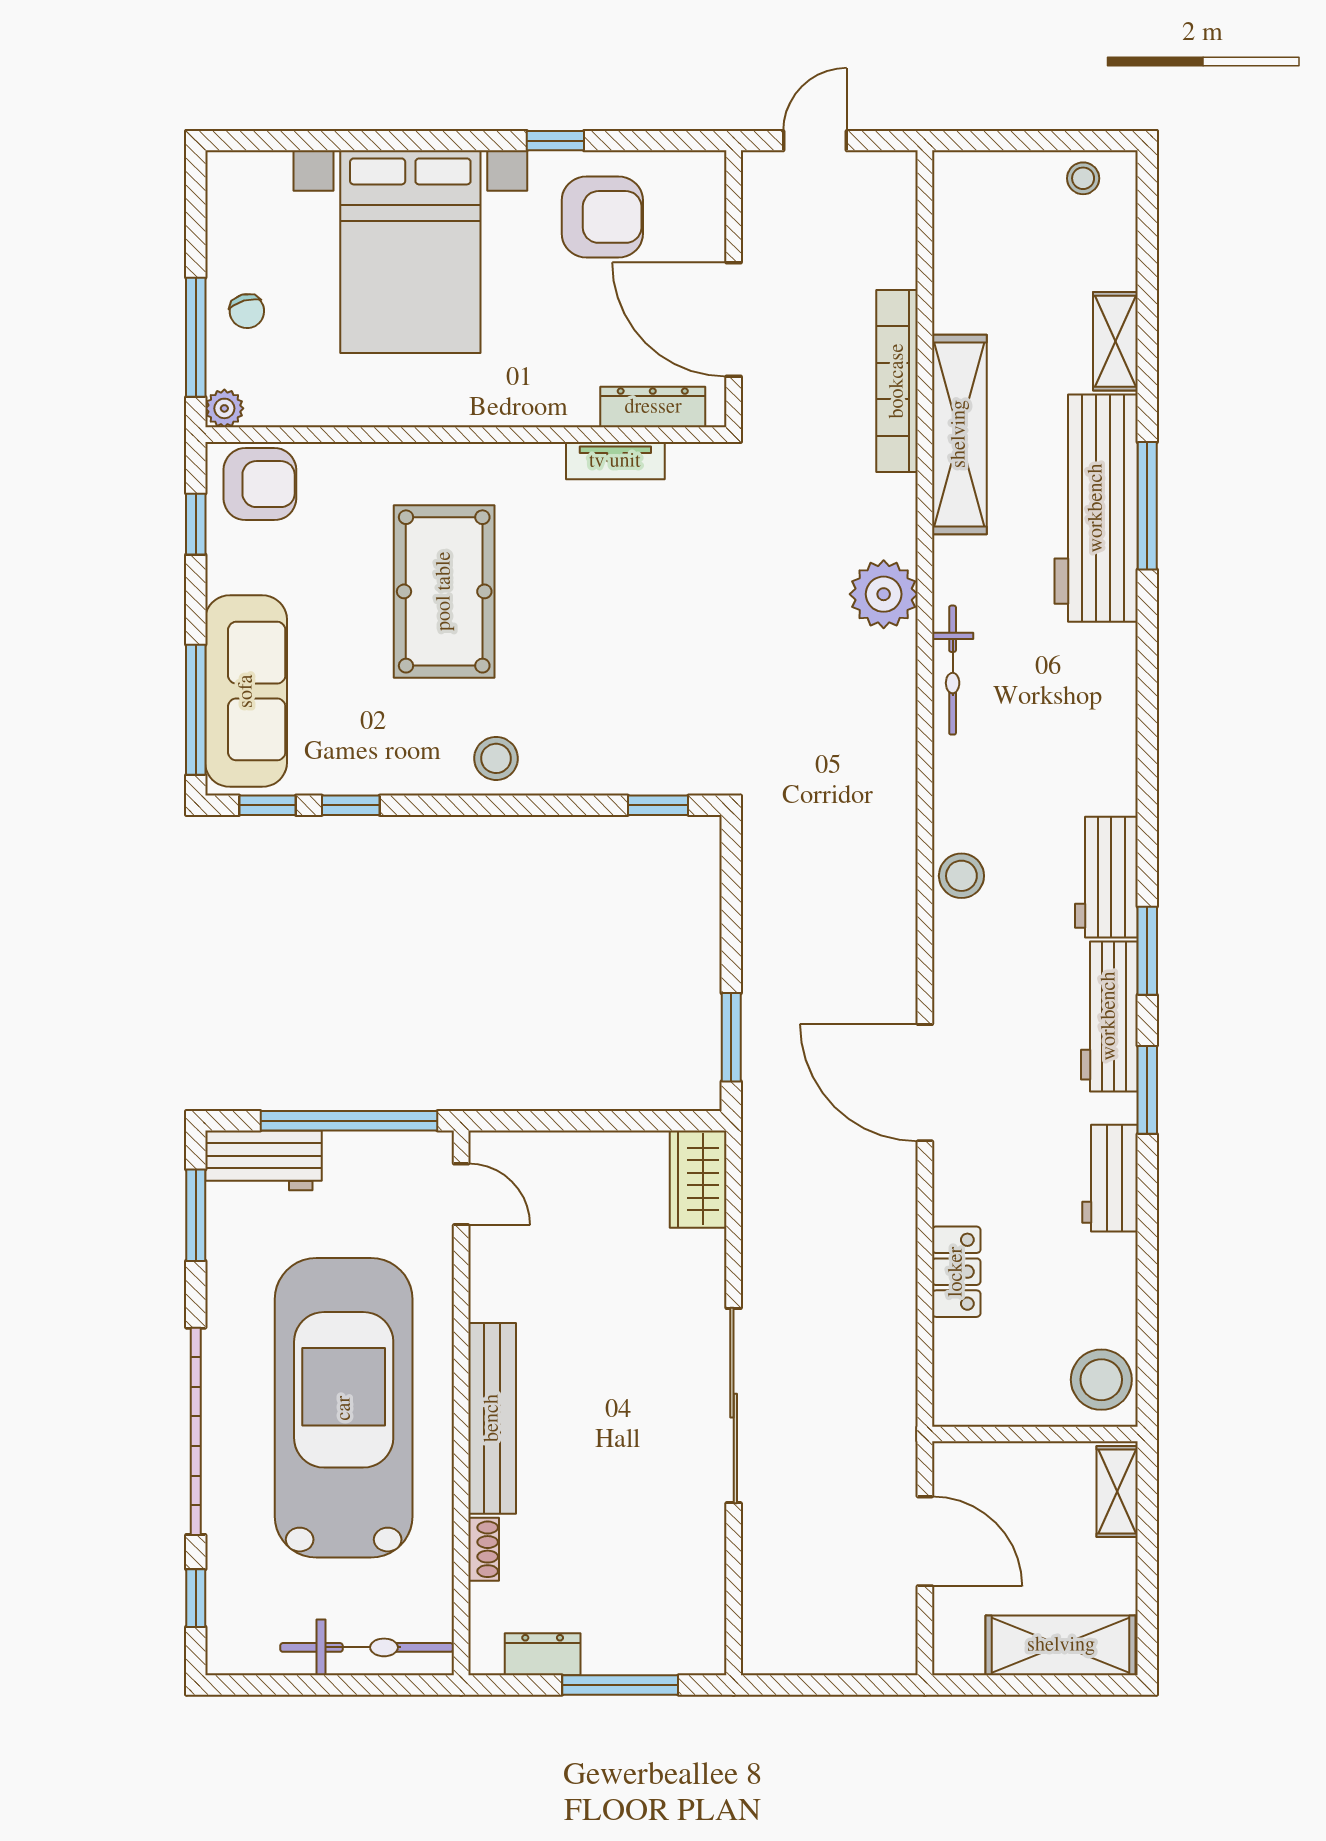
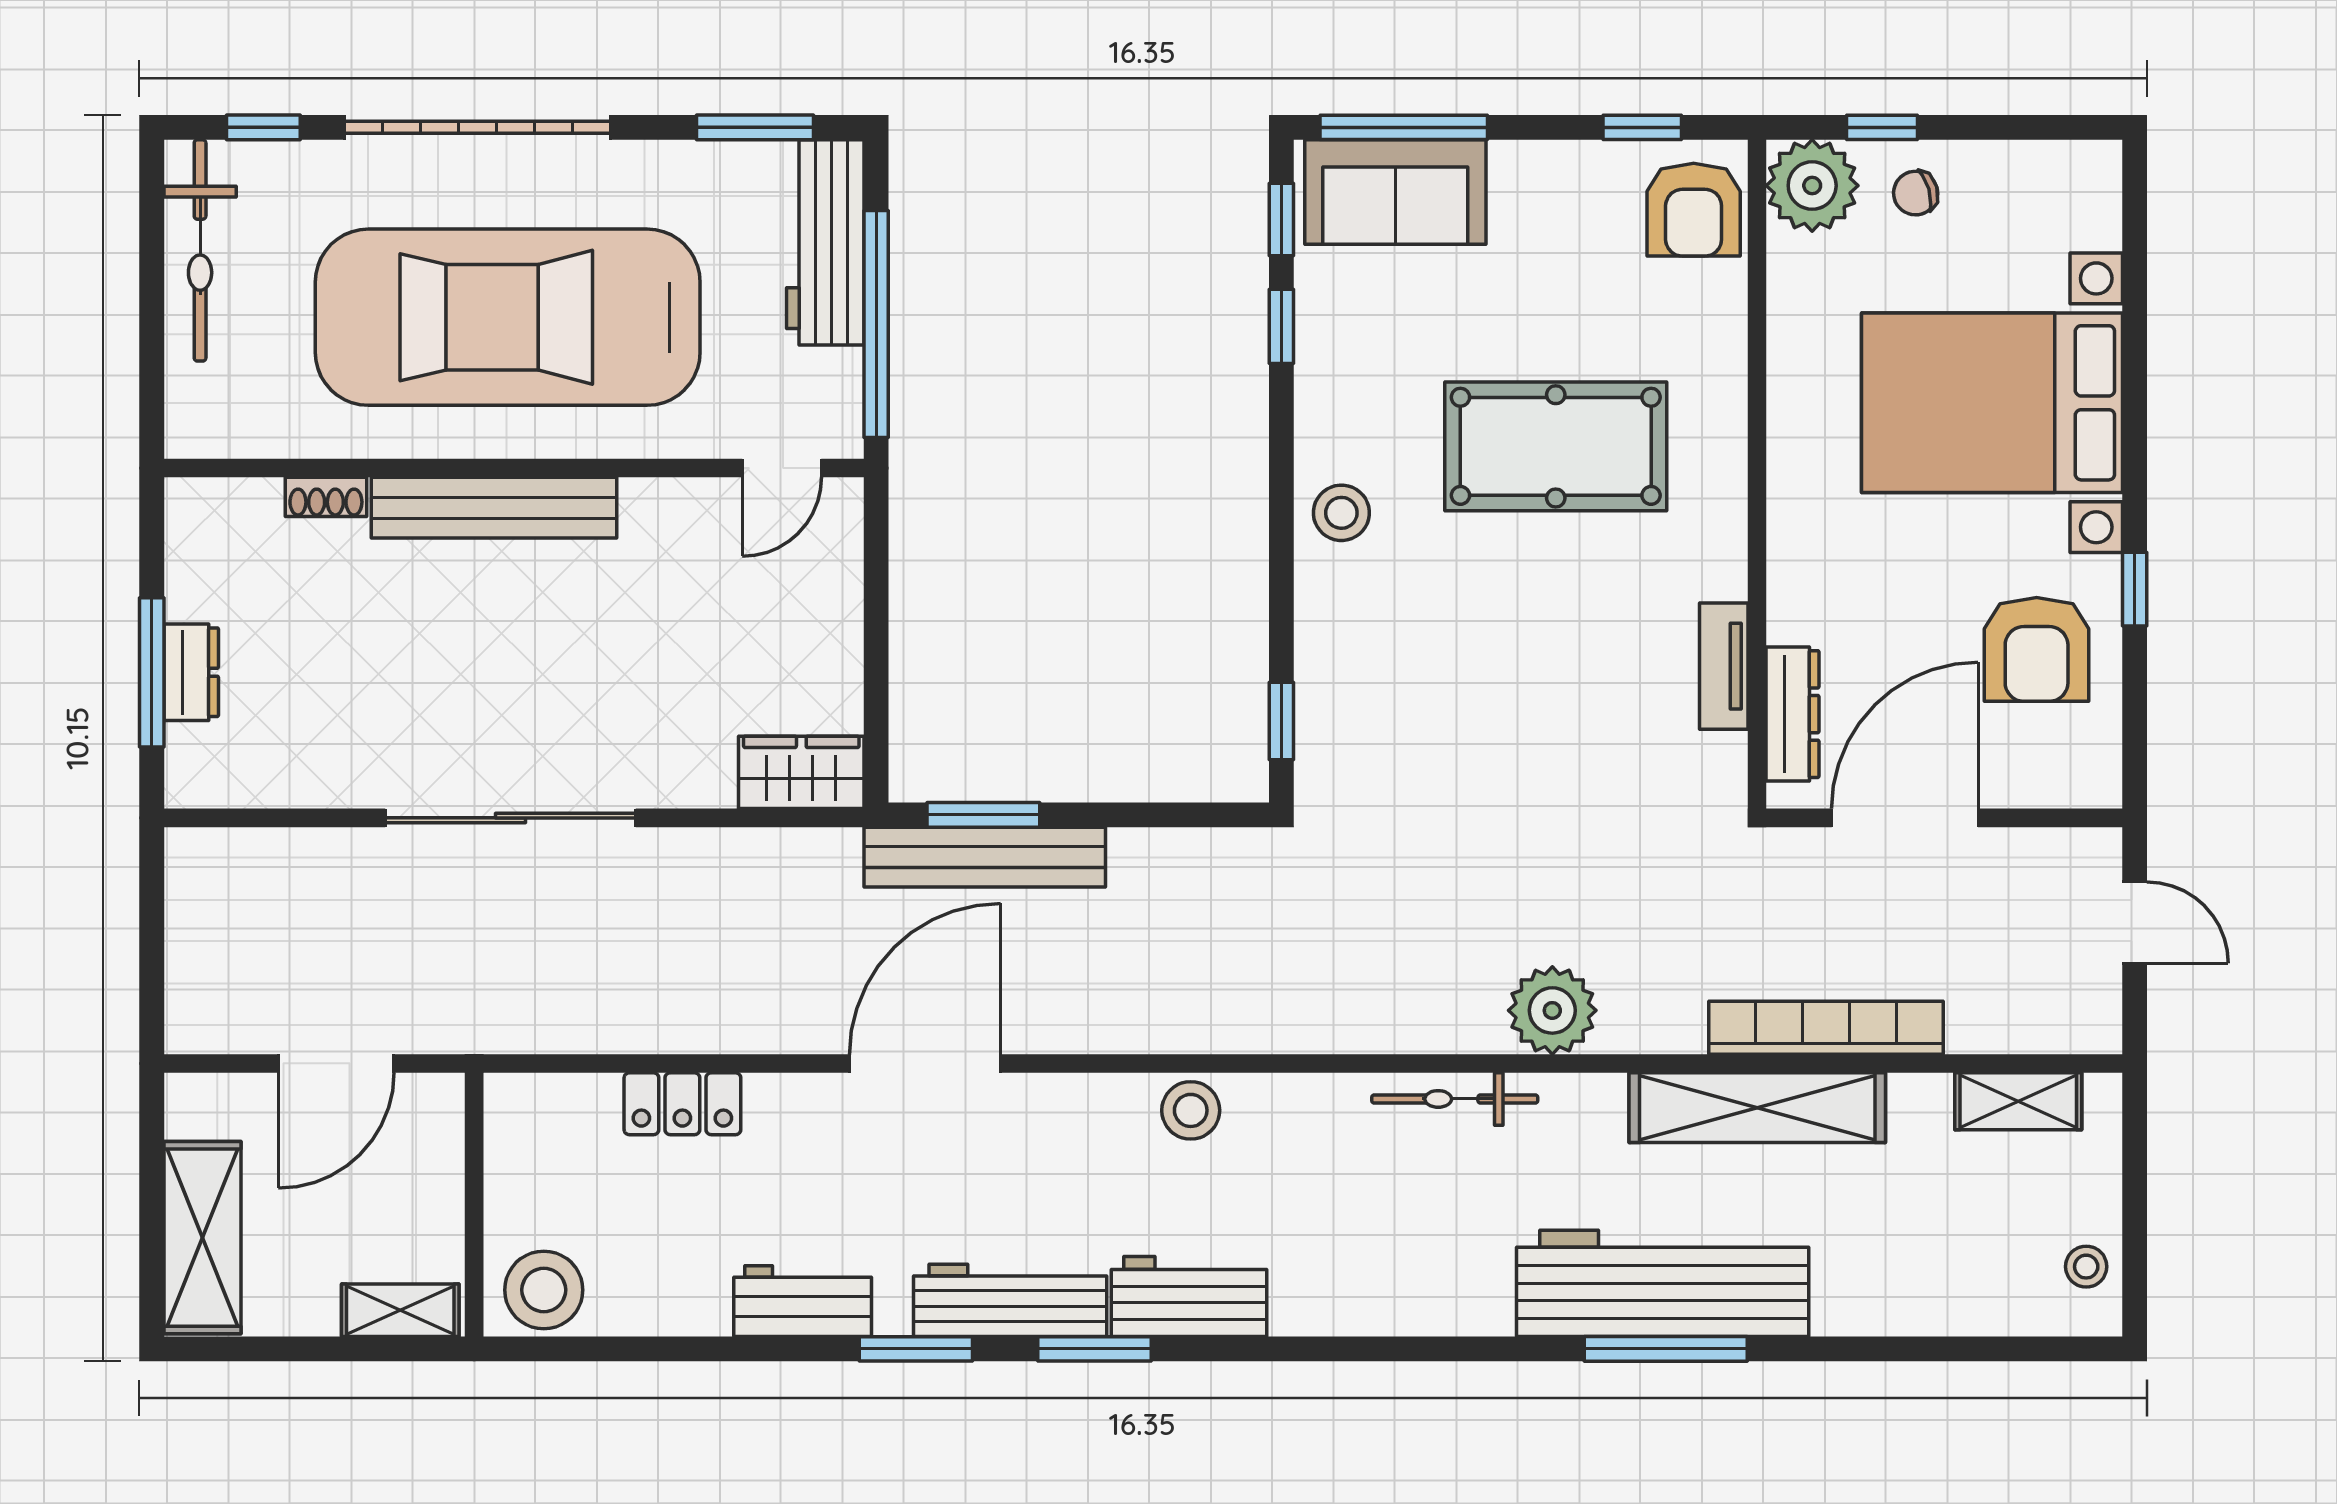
window: (196, 337) -> (1882, 127), width x0.46
shelving: (1115, 341) -> (2018, 1101), moved
plant: (224, 408) -> (1812, 186), width x1.88, depth x1.88
sofa: (246, 691) -> (1395, 192), width x0.73
bench: (764, 1036) -> (985, 857), added
workbench: (263, 1160) -> (825, 242), width x1.38
car: (344, 1408) -> (508, 317), turned 180
bicycle: (367, 1647) -> (200, 250), moved
dresser: (543, 1654) -> (191, 672), moved

